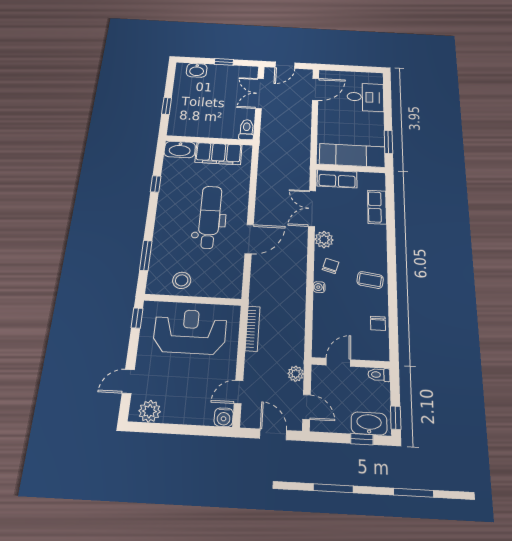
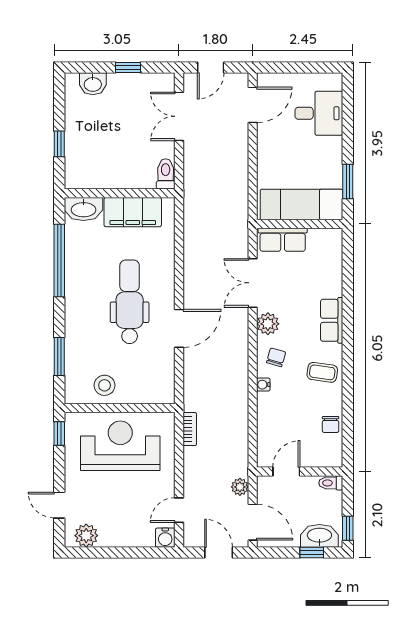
window: (156, 184) -> (59, 261), width x3.17
row of seats: (377, 207) -> (332, 320), moved
bookcase: (253, 329) -> (190, 429), width x0.64
door: (128, 381) -> (59, 505), hinge flipped
door: (306, 407) -> (253, 522), width x1.38

